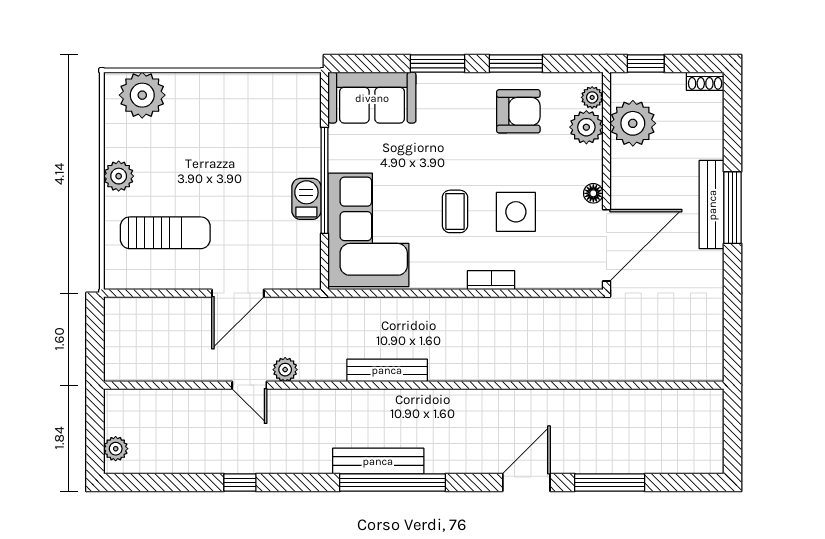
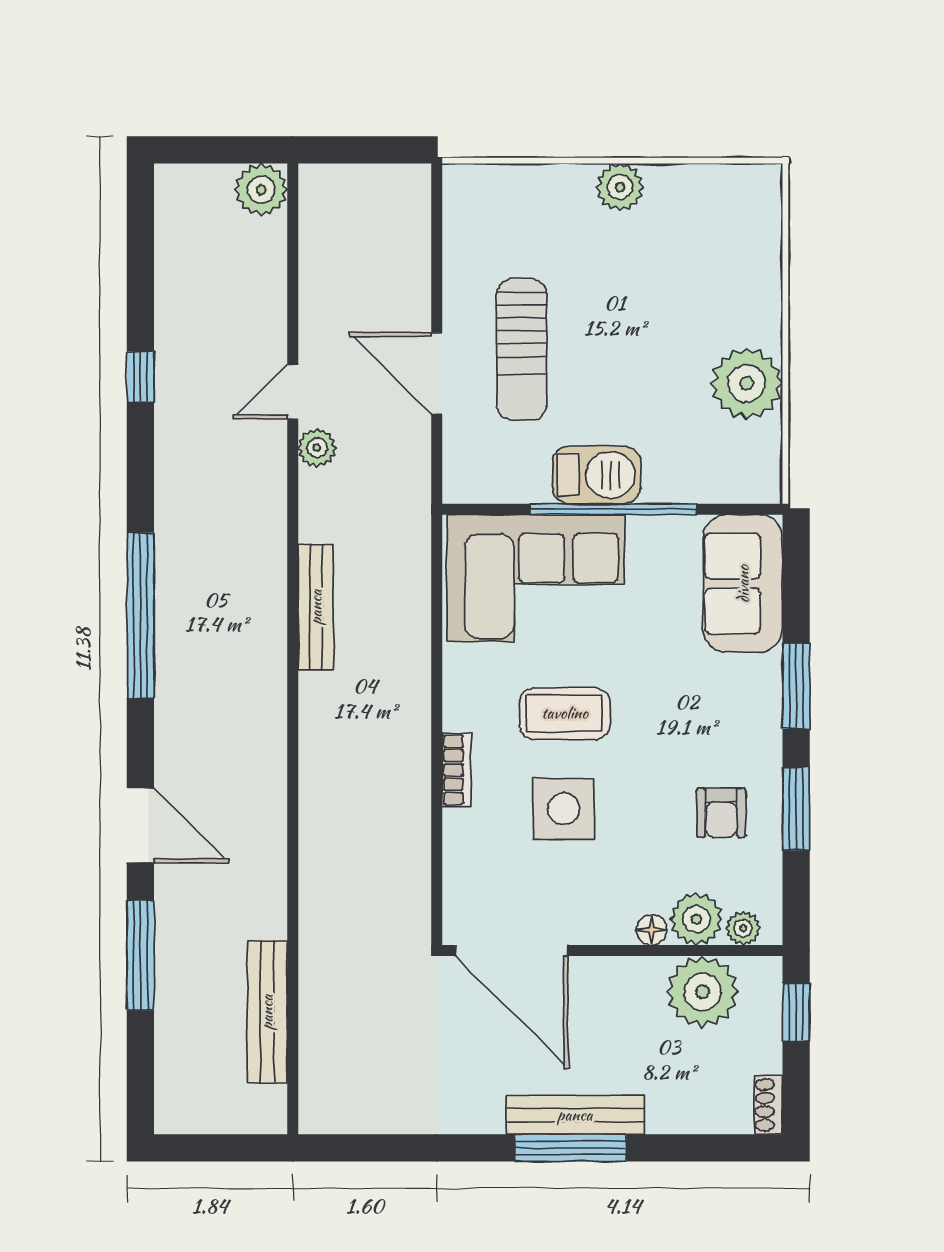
plant: (142, 95) -> (747, 384), moved
armchair: (518, 111) -> (721, 813), width x0.72, depth x0.72
floor lamp: (593, 193) -> (651, 930), moved
barbecue: (306, 199) -> (596, 475), width x1.38, depth x1.27
coffee table: (455, 211) -> (565, 713), width x1.36, depth x1.30
sun lounger: (165, 233) -> (522, 350), moved
plant: (116, 449) -> (261, 190), moved, width x1.38, depth x1.38
bench: (378, 461) -> (267, 1012), moved

